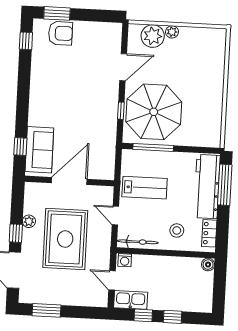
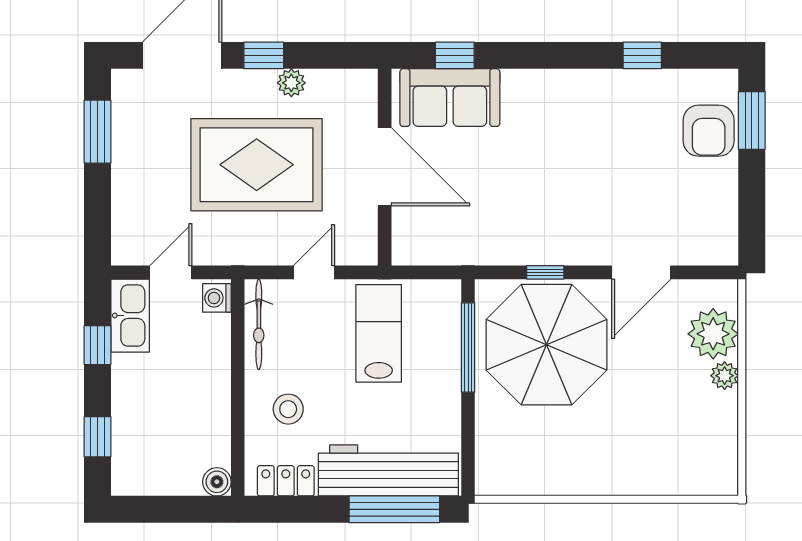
window: (26, 41) -> (642, 55), moved
door: (123, 67) -> (641, 272), hinge flipped
lab bench: (145, 188) -> (379, 333), turned 180
window: (173, 317) -> (98, 437), moved

